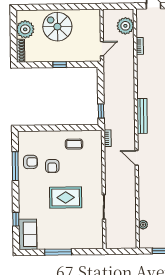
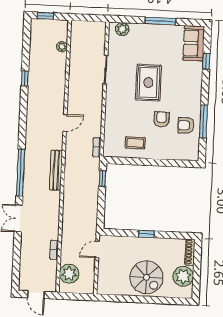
door: (137, 158) -> (65, 123), hinge flipped
rug: (66, 198) -> (148, 83), turned 90
plant: (91, 243) -> (122, 29), added

